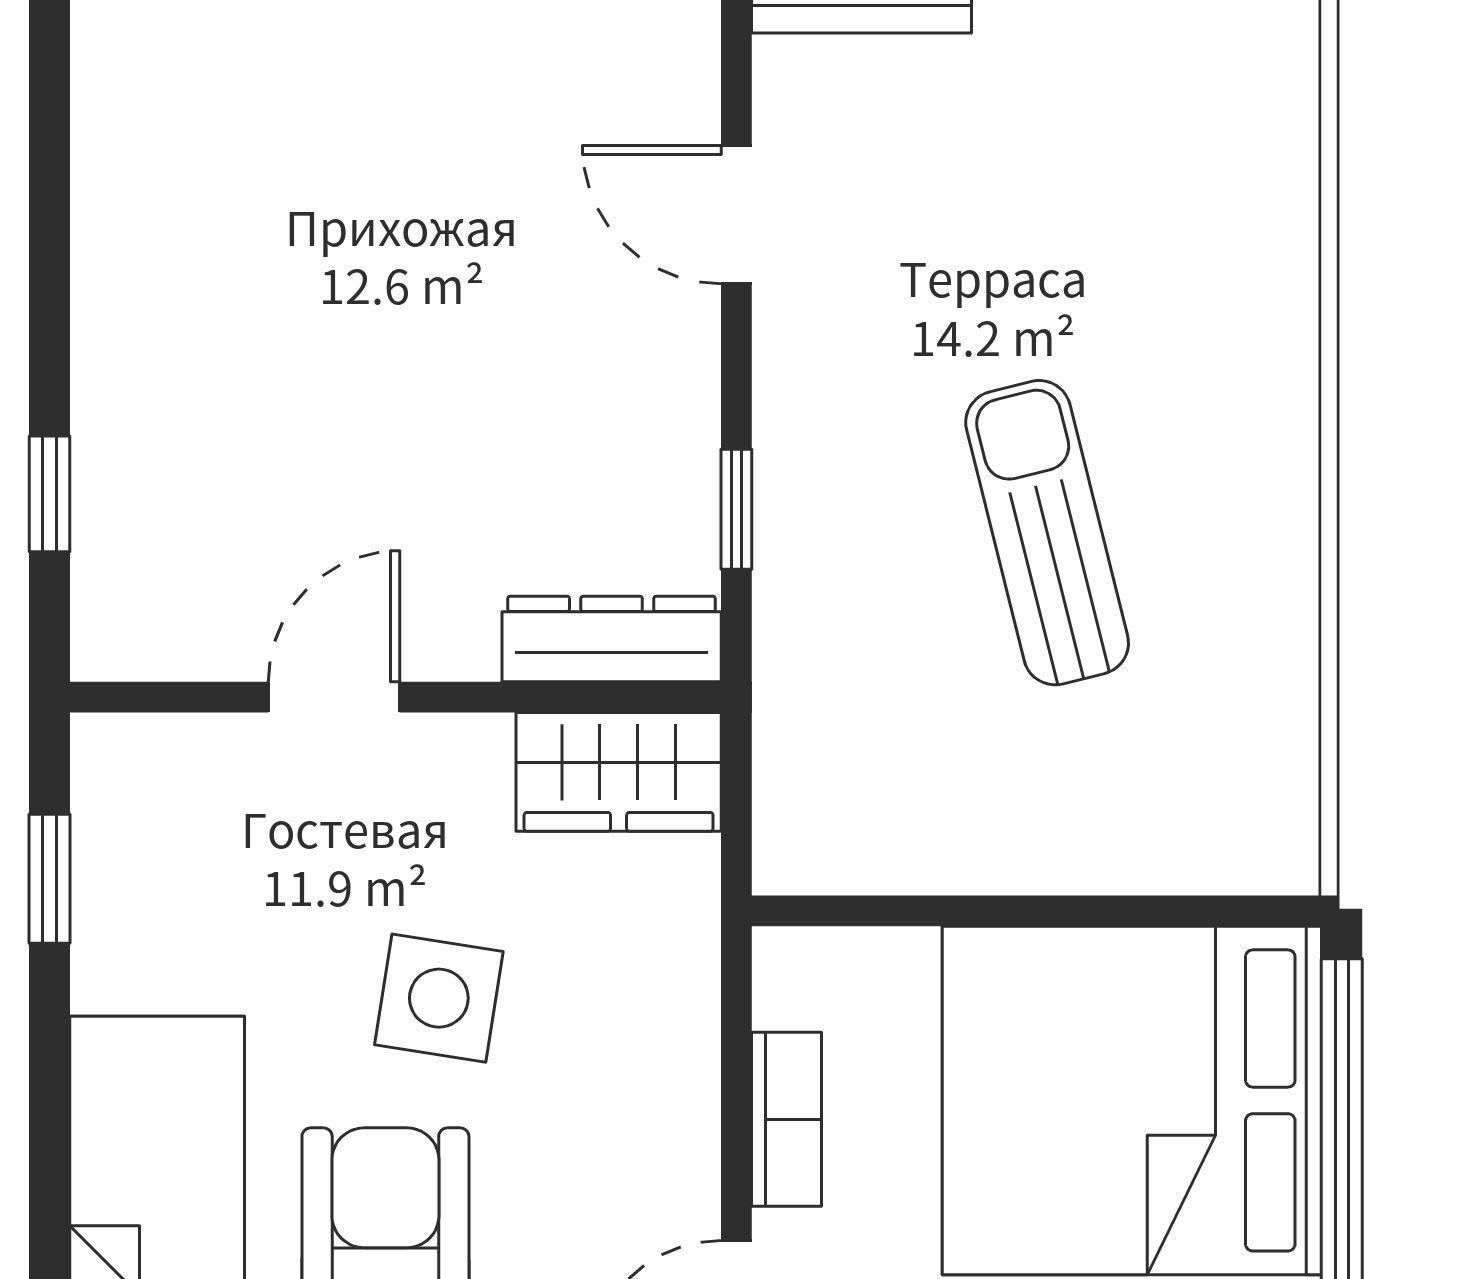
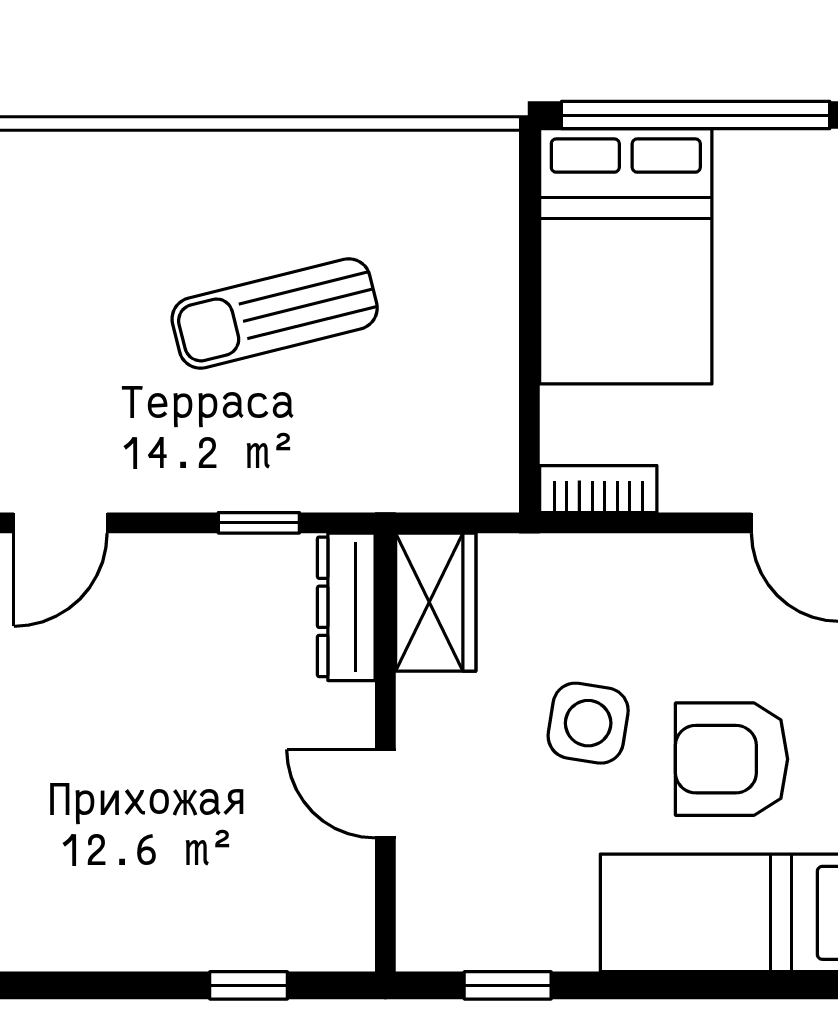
bed: (1132, 1100) -> (626, 256), width x0.73
bookcase: (786, 1119) -> (598, 489), moved

